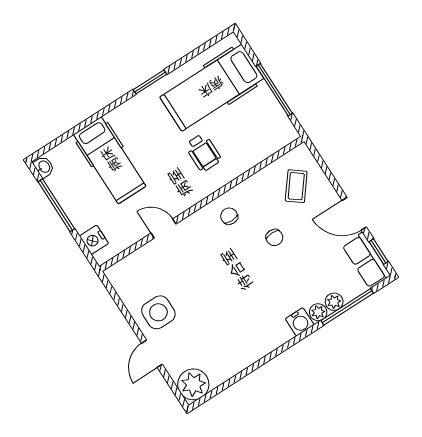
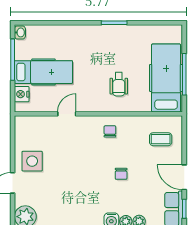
hospital bed: (212, 88) -> (166, 78), moved, turned 90
hospital bed: (110, 160) -> (43, 72), moved, turned -90
coffee table: (296, 186) -> (161, 139), turned 52
door: (163, 229) -> (67, 114), hinge flipped
chair: (274, 238) -> (121, 174), moved

